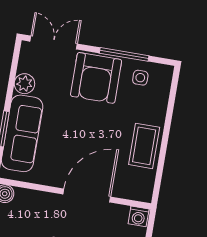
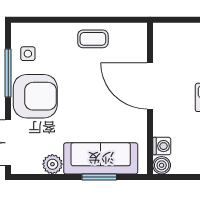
coffee table: (144, 146) -> (93, 39), width x0.73, depth x0.77
washing machine: (139, 216) -> (162, 146), moved

